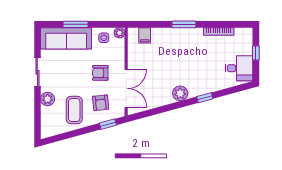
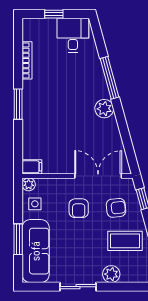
filing cabinet: (145, 35) -> (32, 167), moved
window: (205, 98) -> (110, 78), width x2.17

